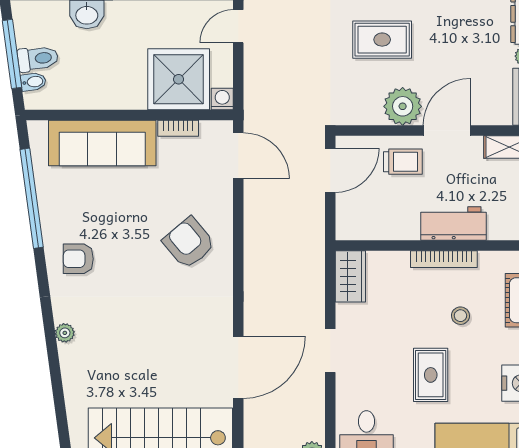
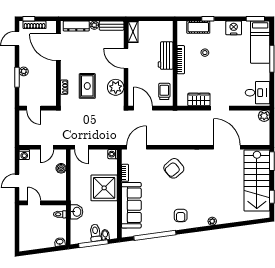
shower: (179, 79) -> (104, 188), moved
plant: (403, 106) -> (116, 87), moved
trolley: (403, 162) -> (164, 91), moved
wardrobe: (350, 276) -> (199, 100), moved
rug: (431, 375) -> (230, 65), removed

